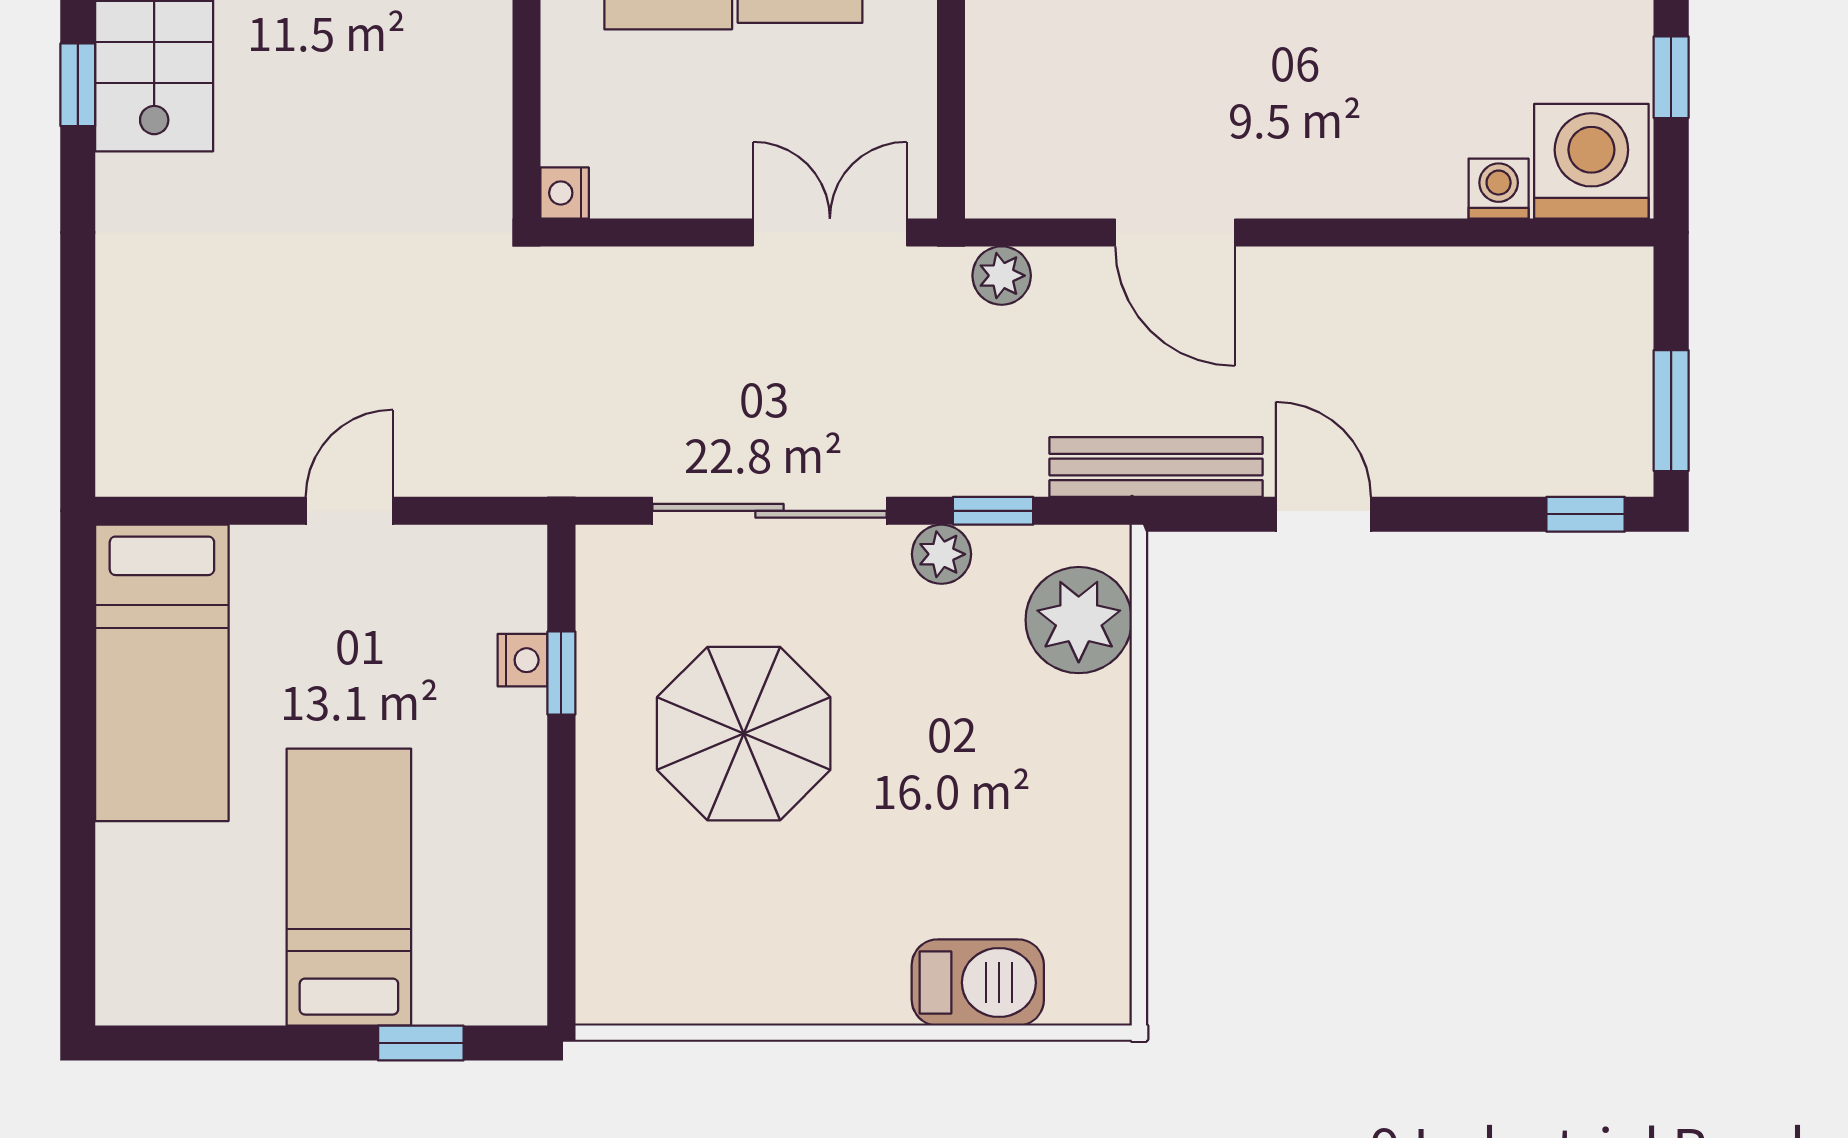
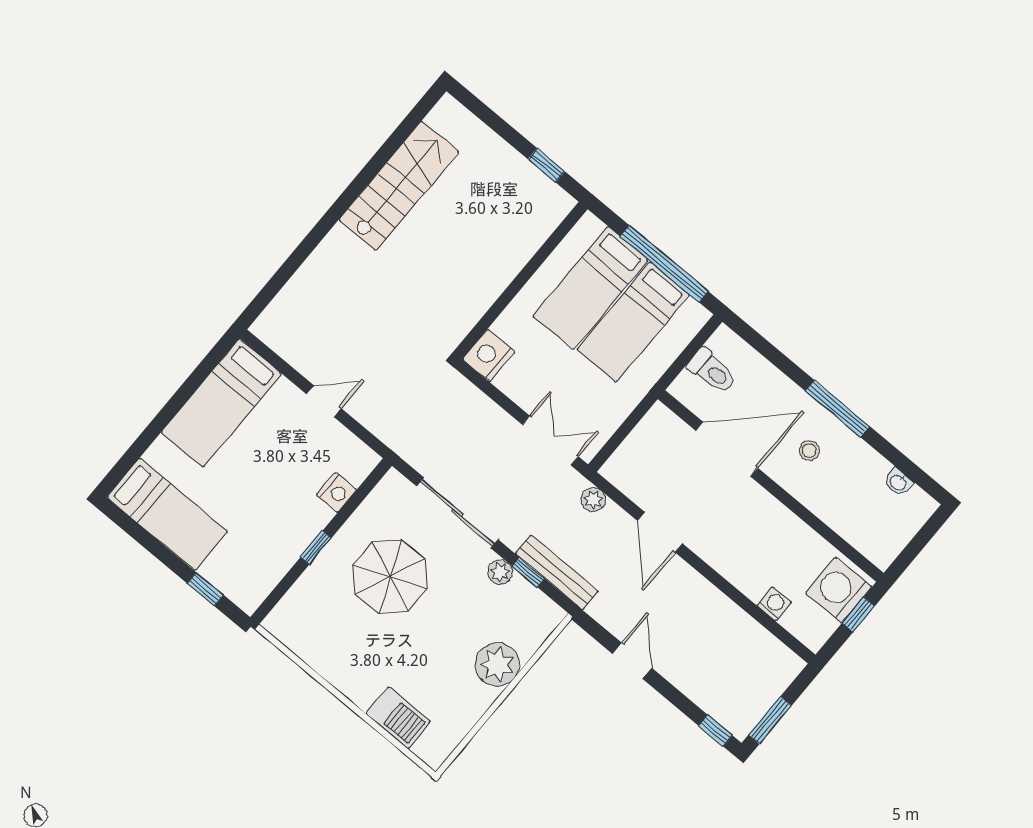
window: (78, 85) -> (351, 194), removed
washing machine: (1591, 161) -> (839, 590), moved, turned -90
nightstand: (565, 193) -> (489, 355), width x1.89, depth x1.79
bench: (1156, 467) -> (557, 572), moved
plant: (1079, 620) -> (497, 664), moved
nightstand: (523, 660) -> (336, 492), width x1.39, depth x1.35
window: (561, 673) -> (316, 548), moved
bed: (349, 887) -> (167, 514), moved, turned 90

